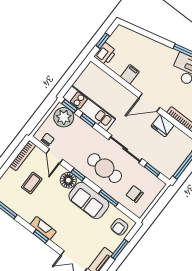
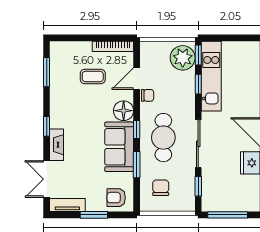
chair: (48, 140) -> (148, 95), moved
window: (78, 175) -> (137, 129), moved
fireplace: (43, 228) -> (56, 145), moved

